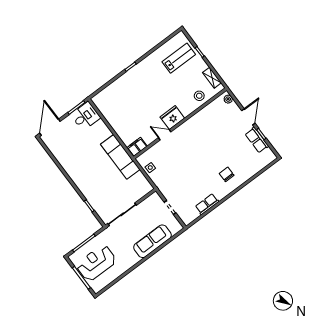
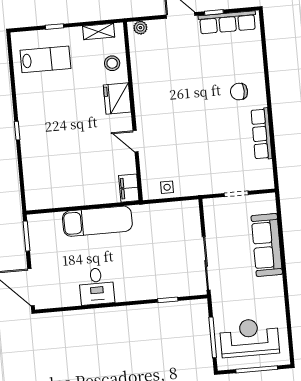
lab bench: (179, 58) -> (45, 59), turned 90
desk: (86, 116) -> (97, 286), moved, turned 180
fridge: (172, 118) -> (117, 98), moved
door: (165, 135) -> (136, 141), hinge flipped
row of seats: (257, 140) -> (227, 22), width x1.48
exam couch: (120, 157) -> (97, 221), moved
row of seats: (207, 204) -> (262, 134), width x1.48
reception desk: (96, 263) -> (249, 338), turned 90

